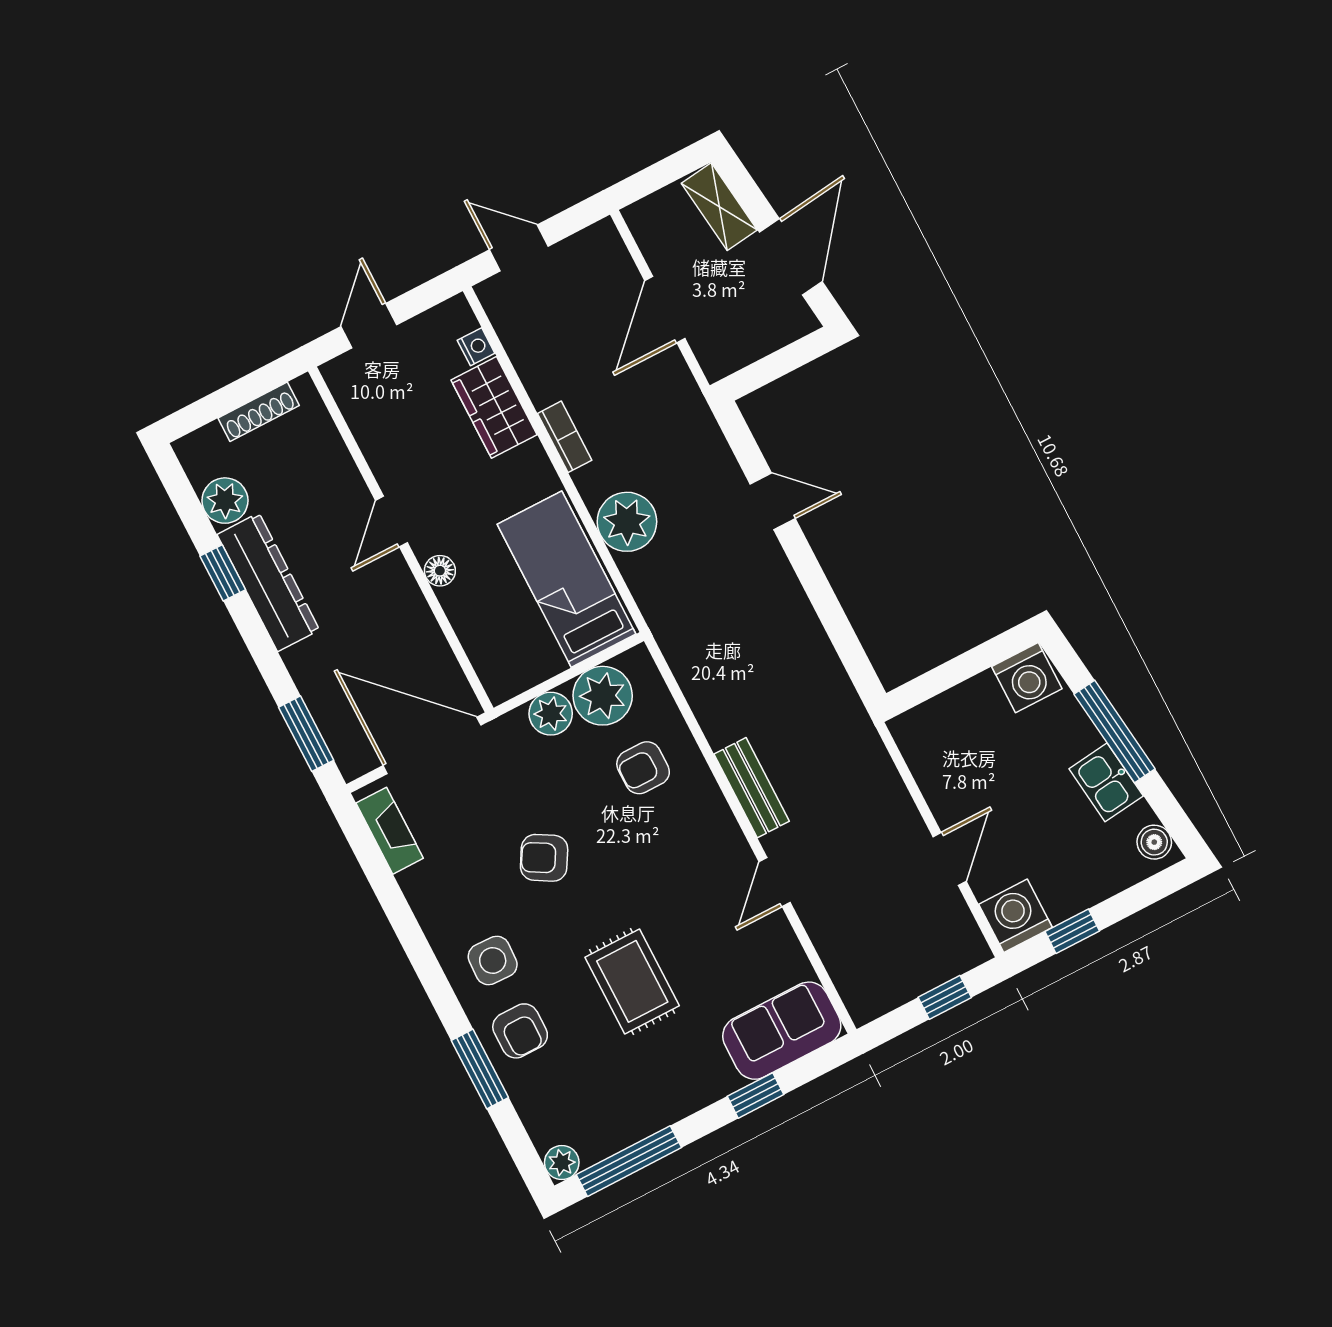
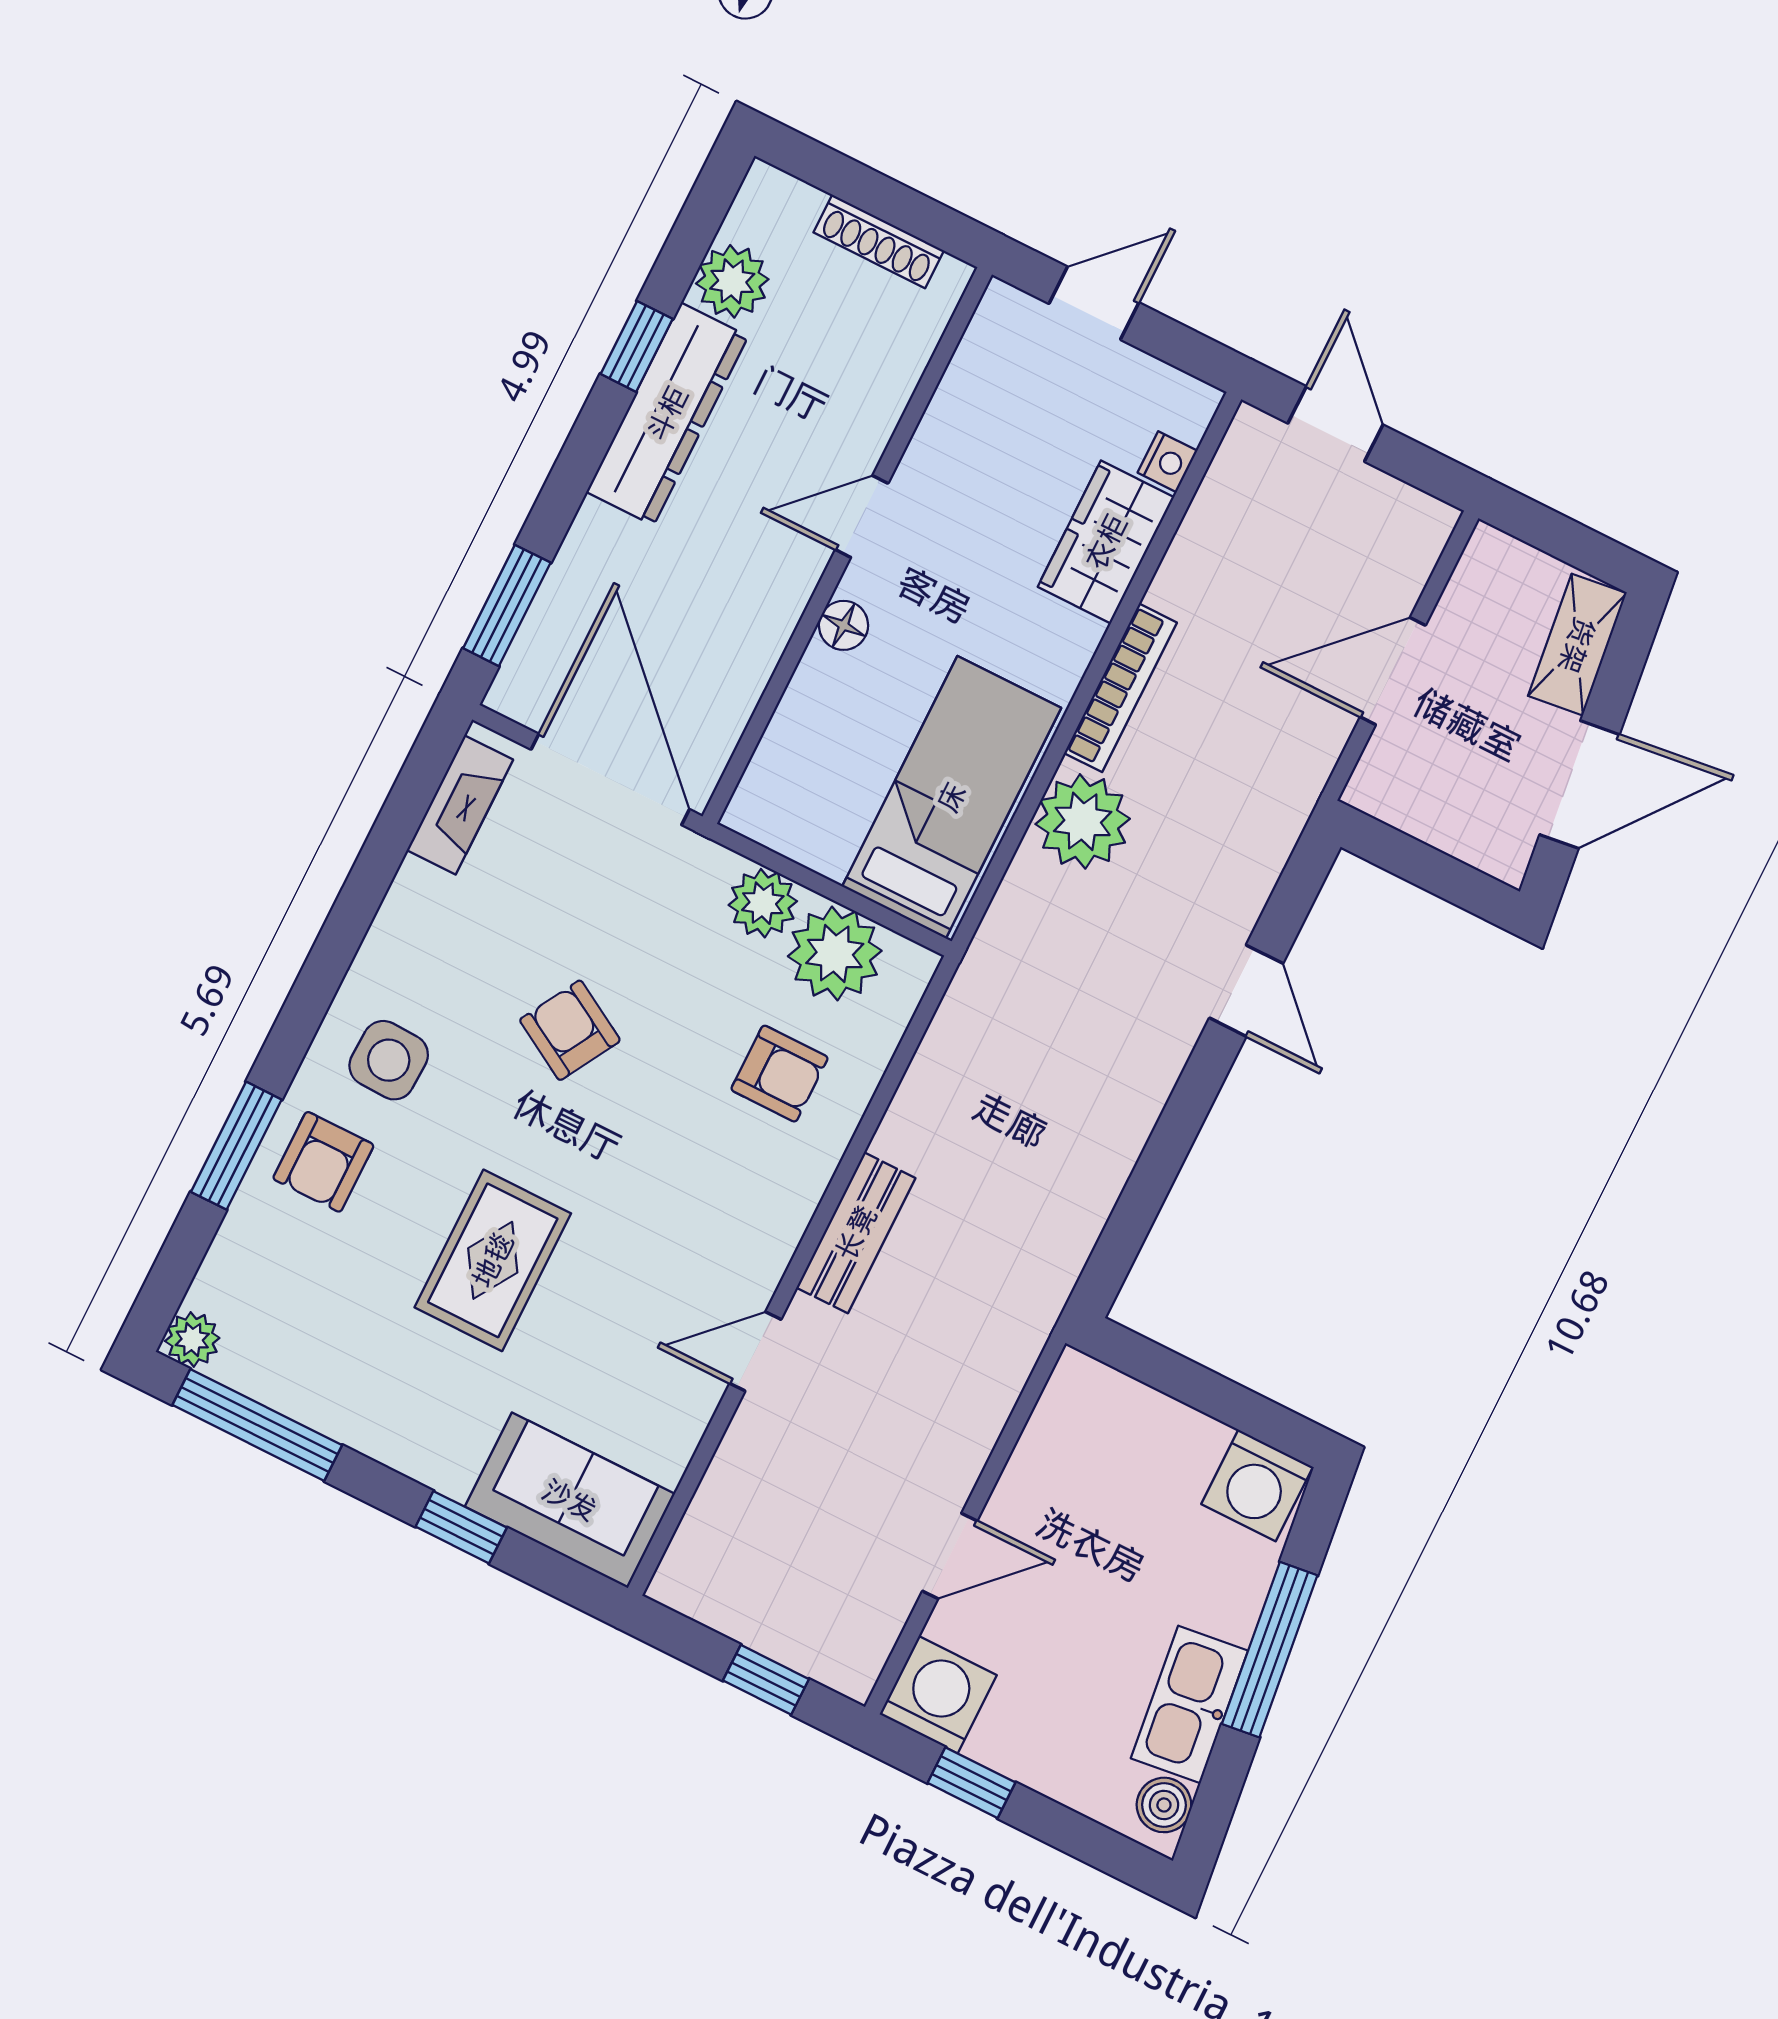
bookcase: (565, 437) -> (1120, 688), width x1.56
armchair: (643, 768) -> (779, 1074), turned 180
kitchen sink: (1106, 782) -> (1189, 1705), width x1.38

